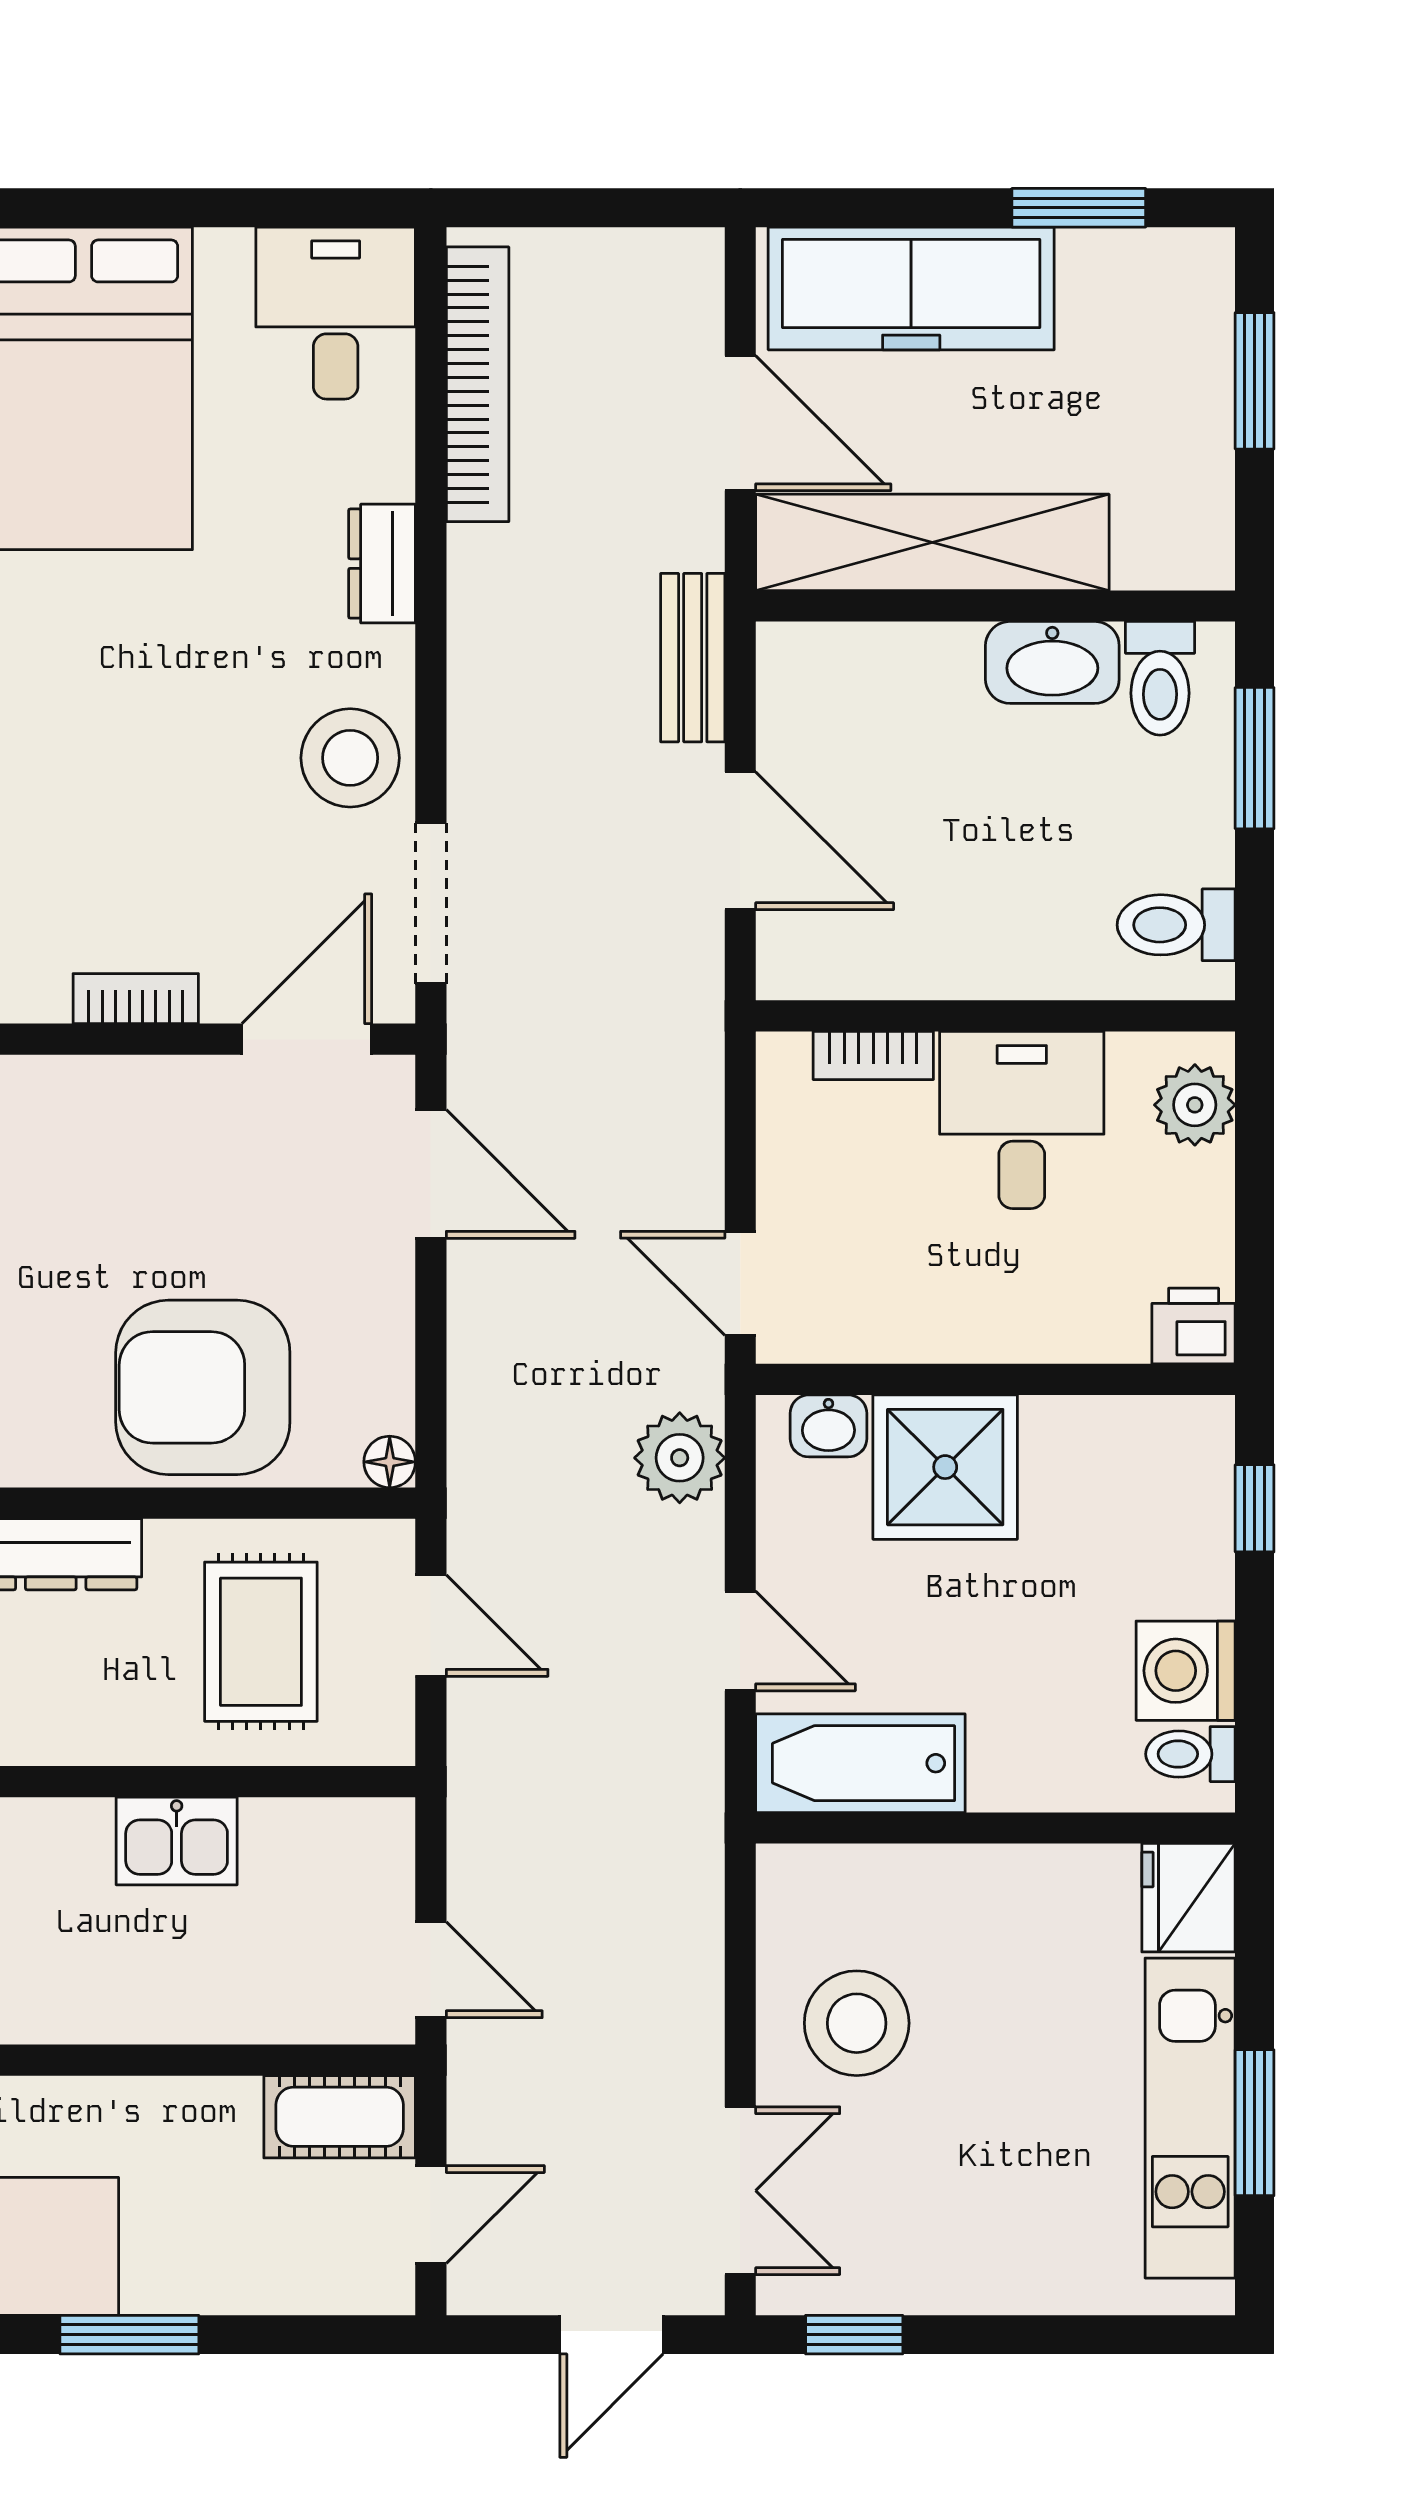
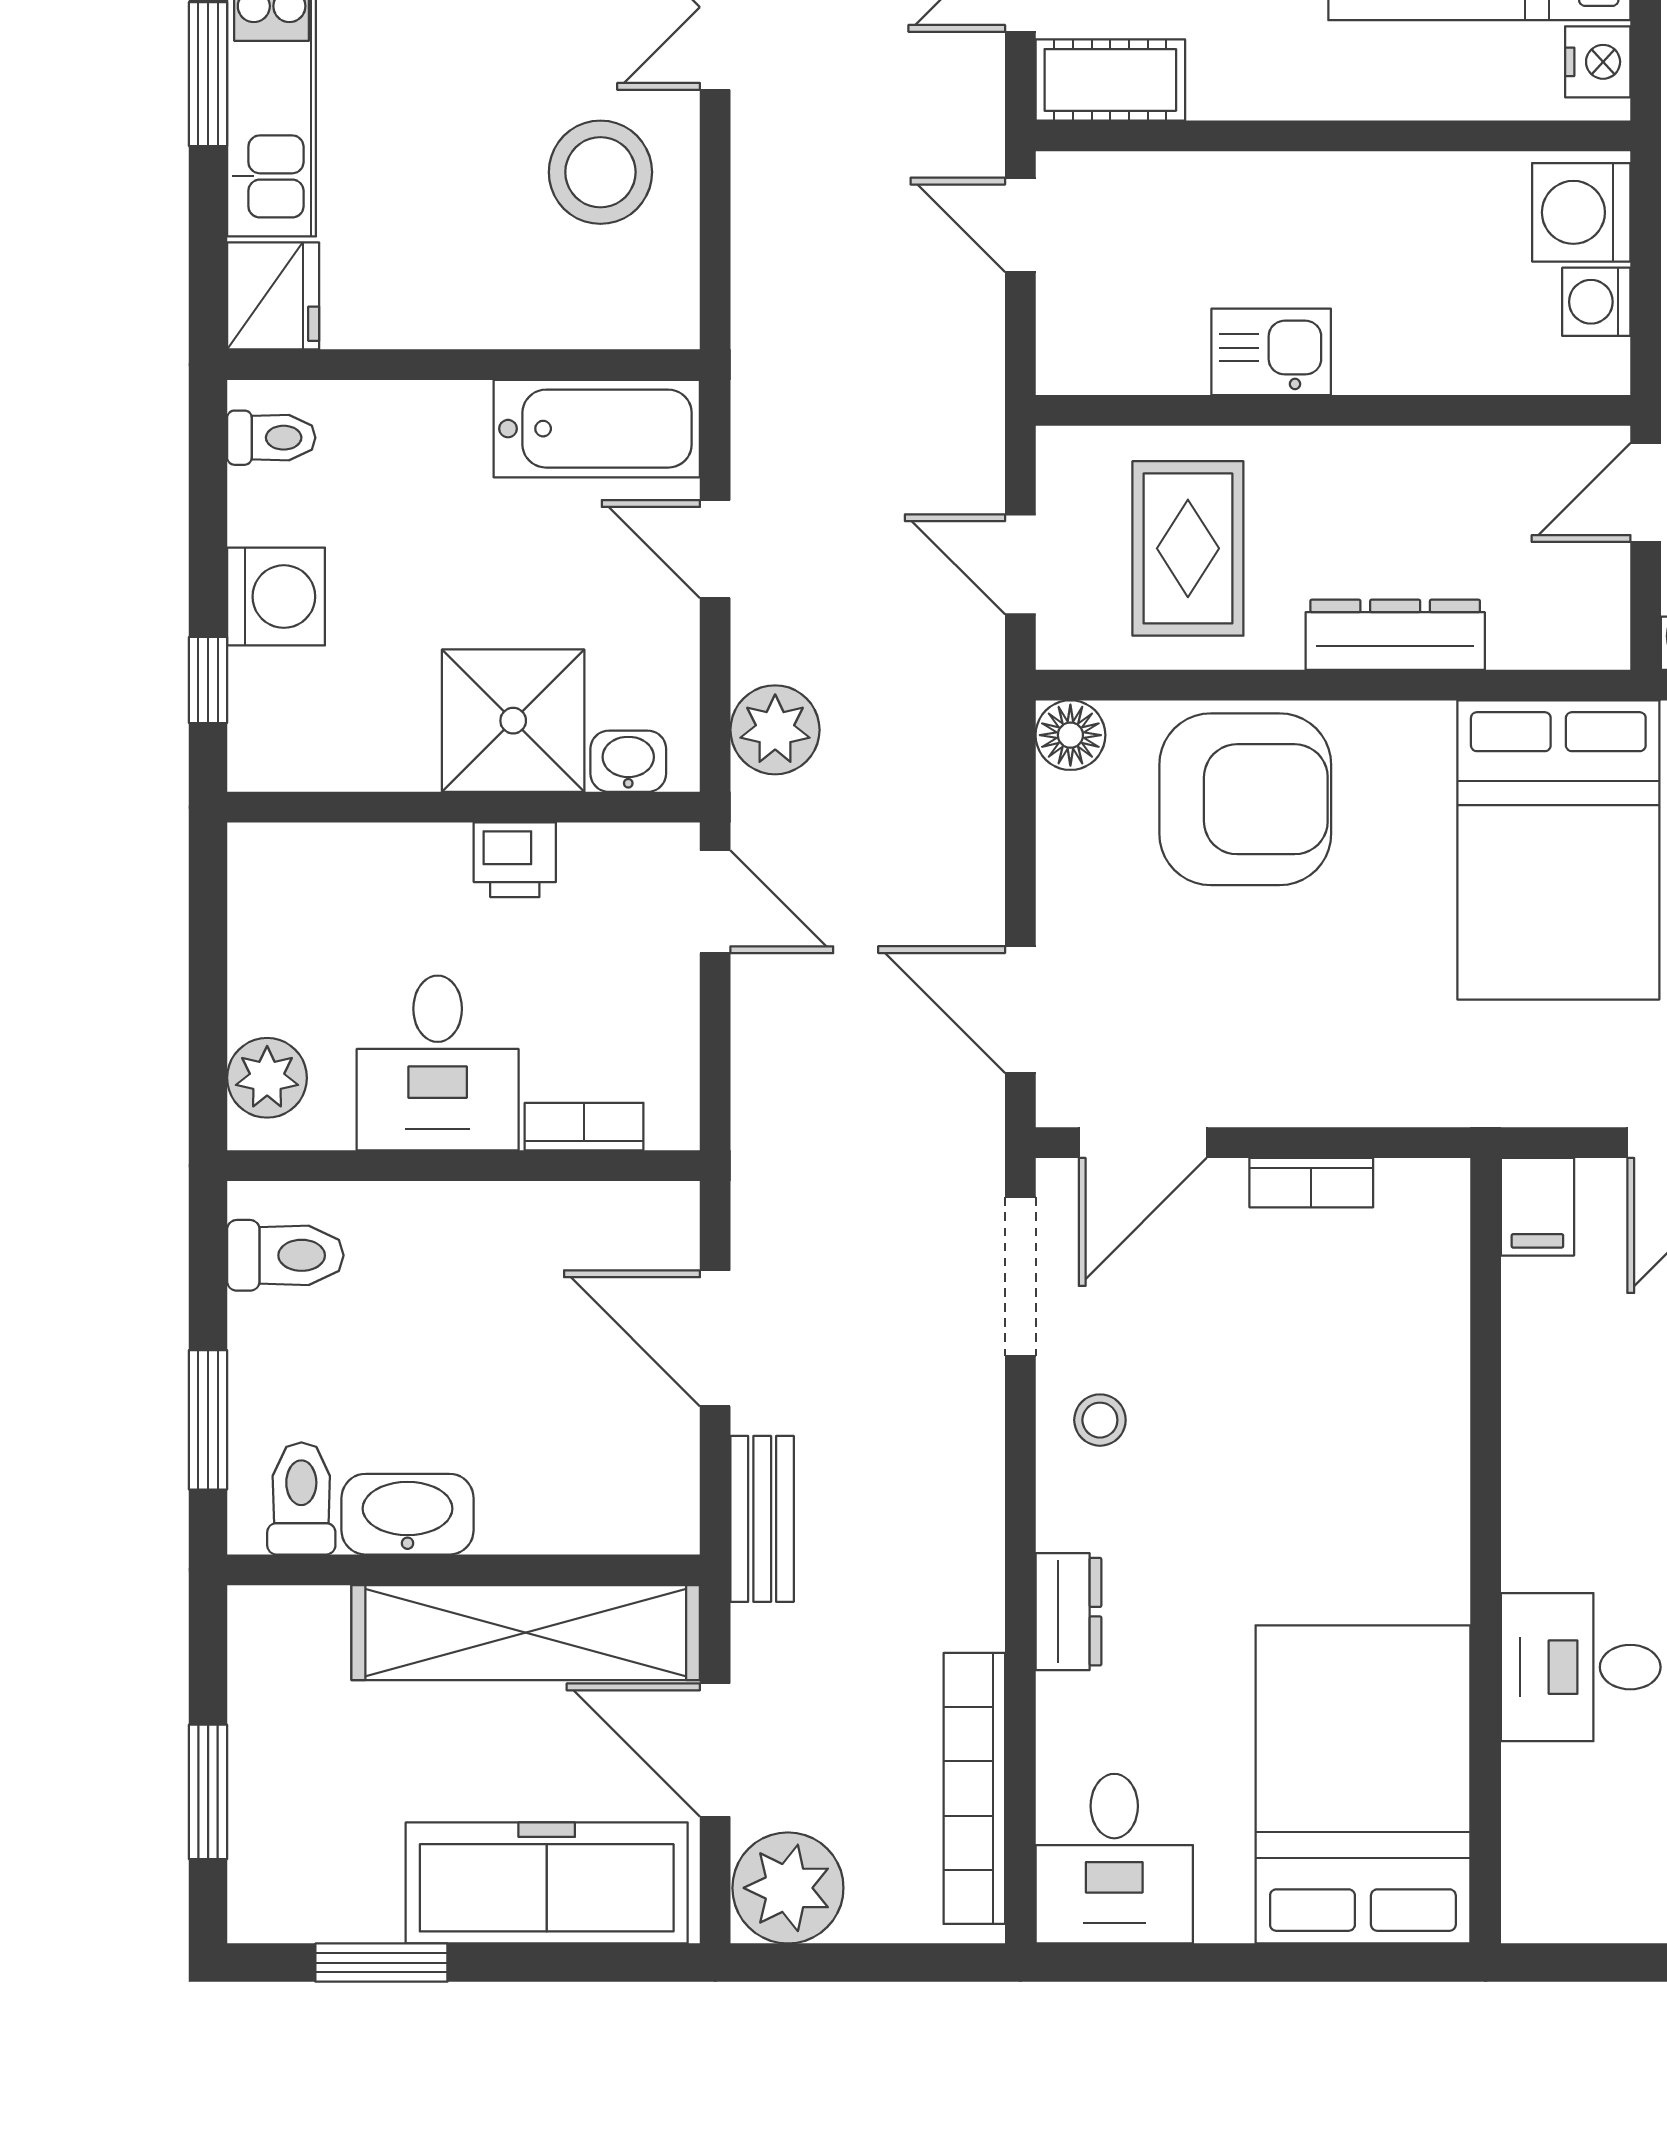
plant: (667, 283) -> (788, 1888), added
stool: (350, 758) -> (1100, 1420), width x0.53, depth x0.53
printer: (1194, 1326) -> (515, 860), moved
floor lamp: (390, 1462) -> (1070, 735), width x1.37, depth x1.37
washing machine: (1186, 1671) -> (276, 597), moved

